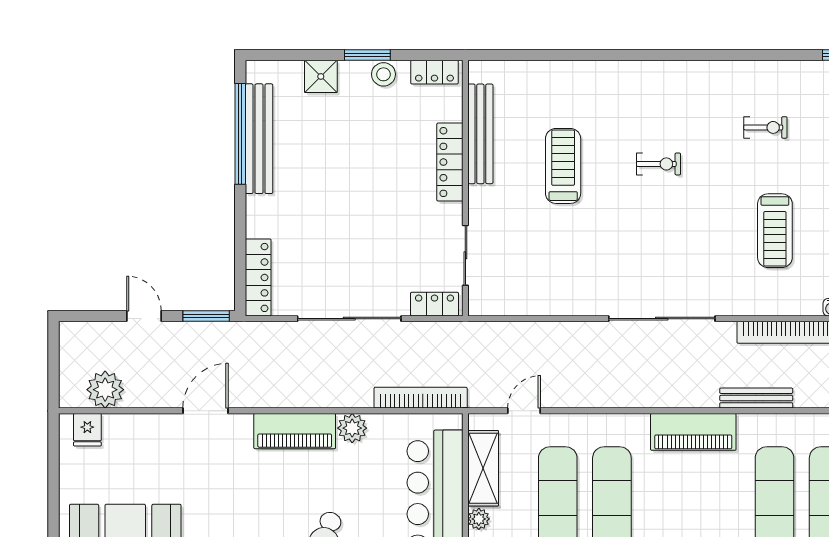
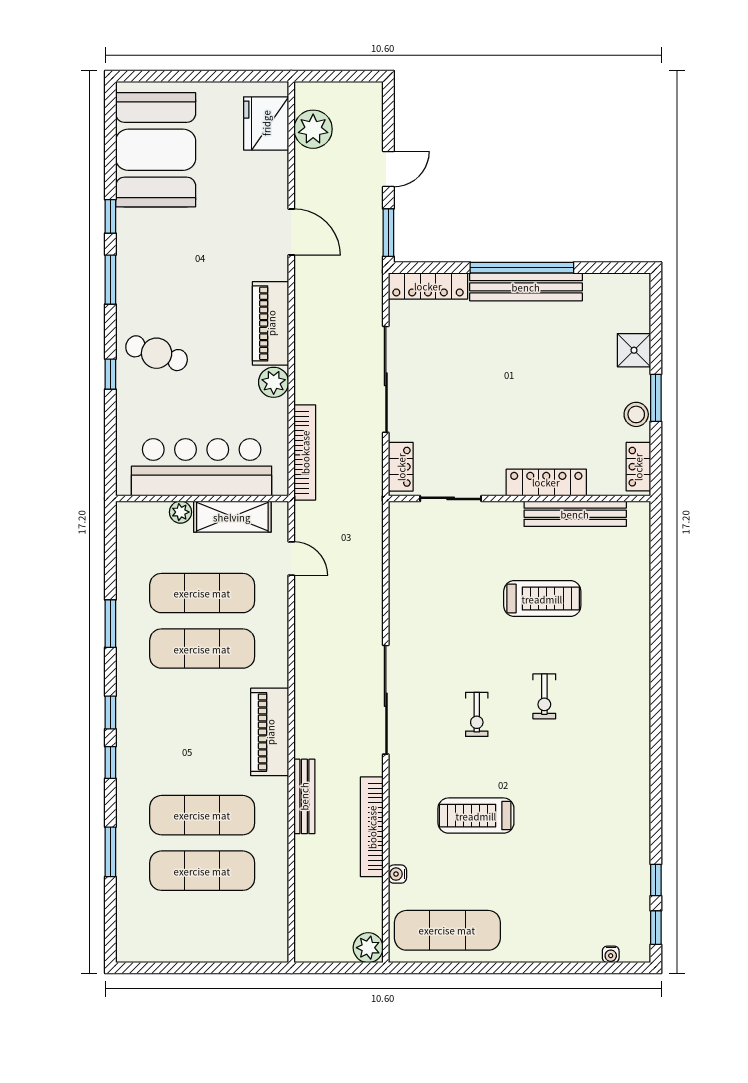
exercise bike: (765, 127) -> (477, 714), moved
window: (240, 134) -> (522, 268), moved
bench: (259, 139) -> (526, 287), moved
fridge: (87, 430) -> (266, 123), width x1.88, depth x1.34

